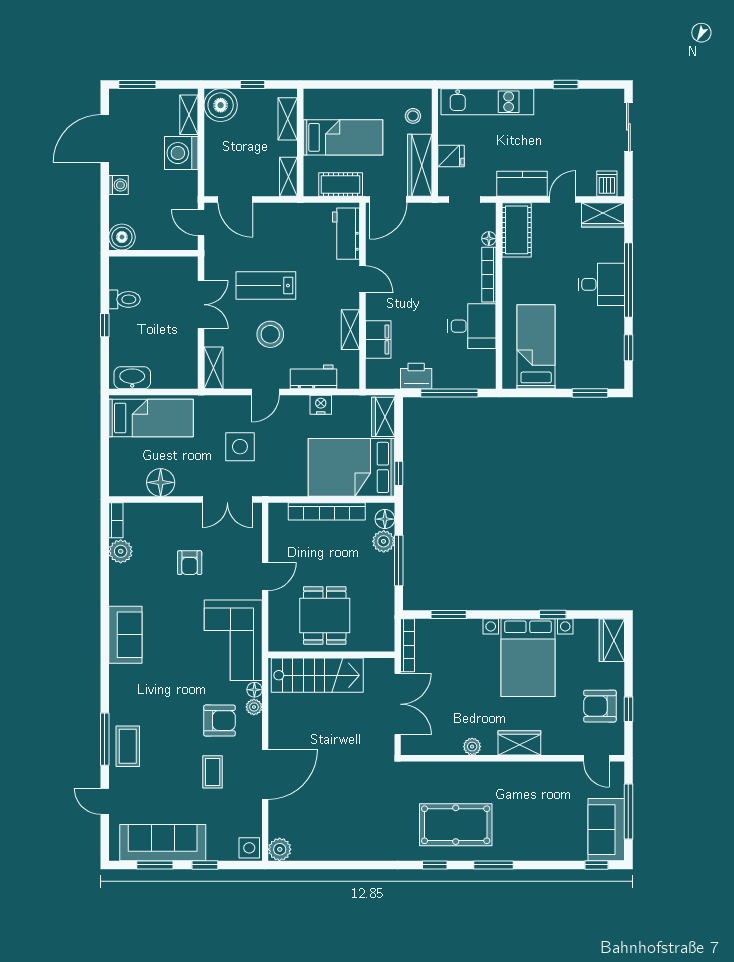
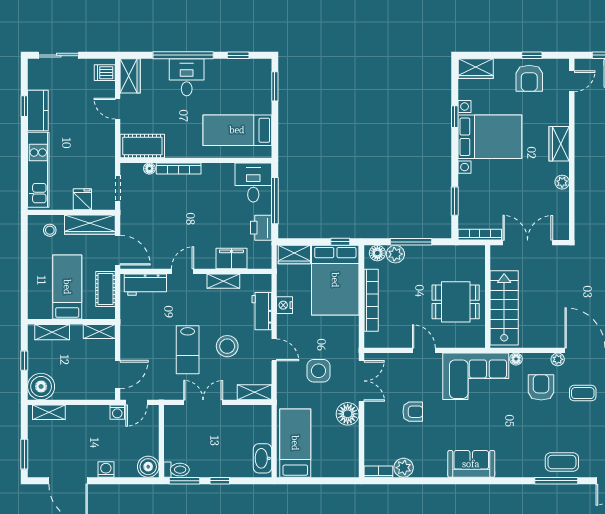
washing machine: (181, 153) -> (117, 412), moved, width x0.53, depth x0.53
kitchen counter: (522, 184) -> (38, 110), moved, turned 180
window: (105, 282) -> (184, 481), added
toilet: (124, 299) -> (177, 470), moved, turned 90
desk: (472, 326) -> (253, 182), moved
floor lamp: (161, 482) -> (348, 414), moved
plant: (254, 707) -> (558, 359), moved

